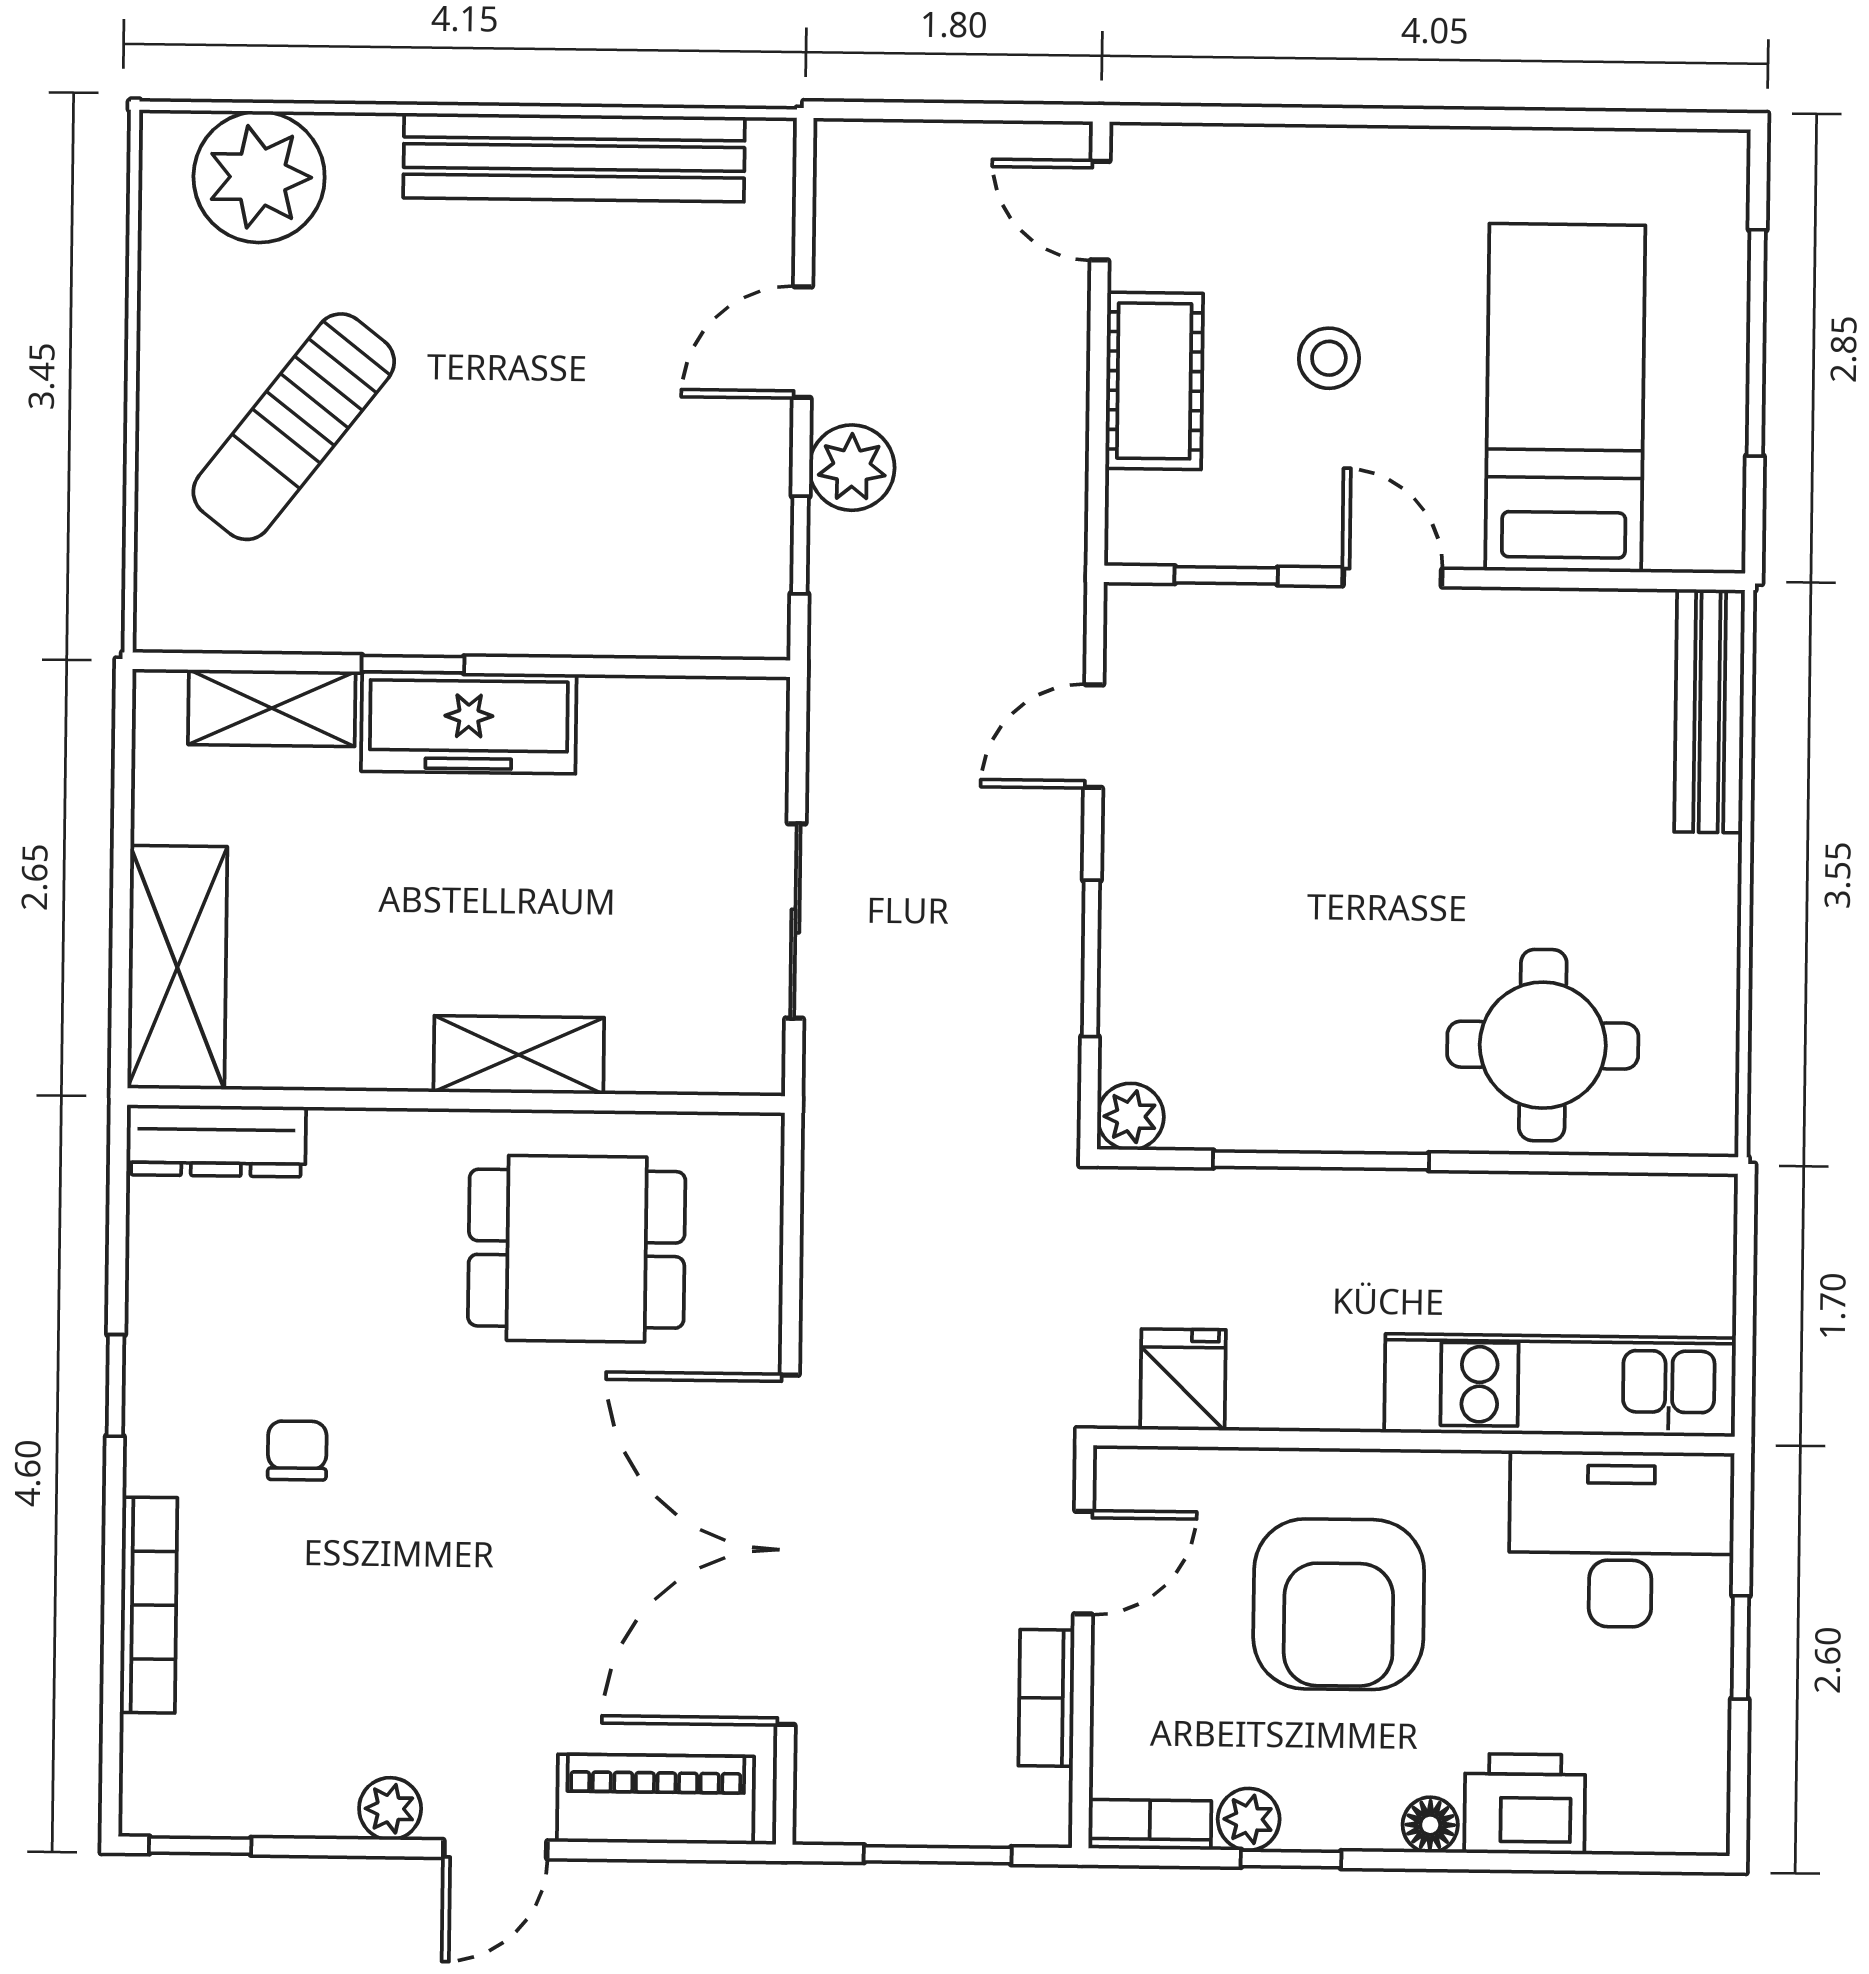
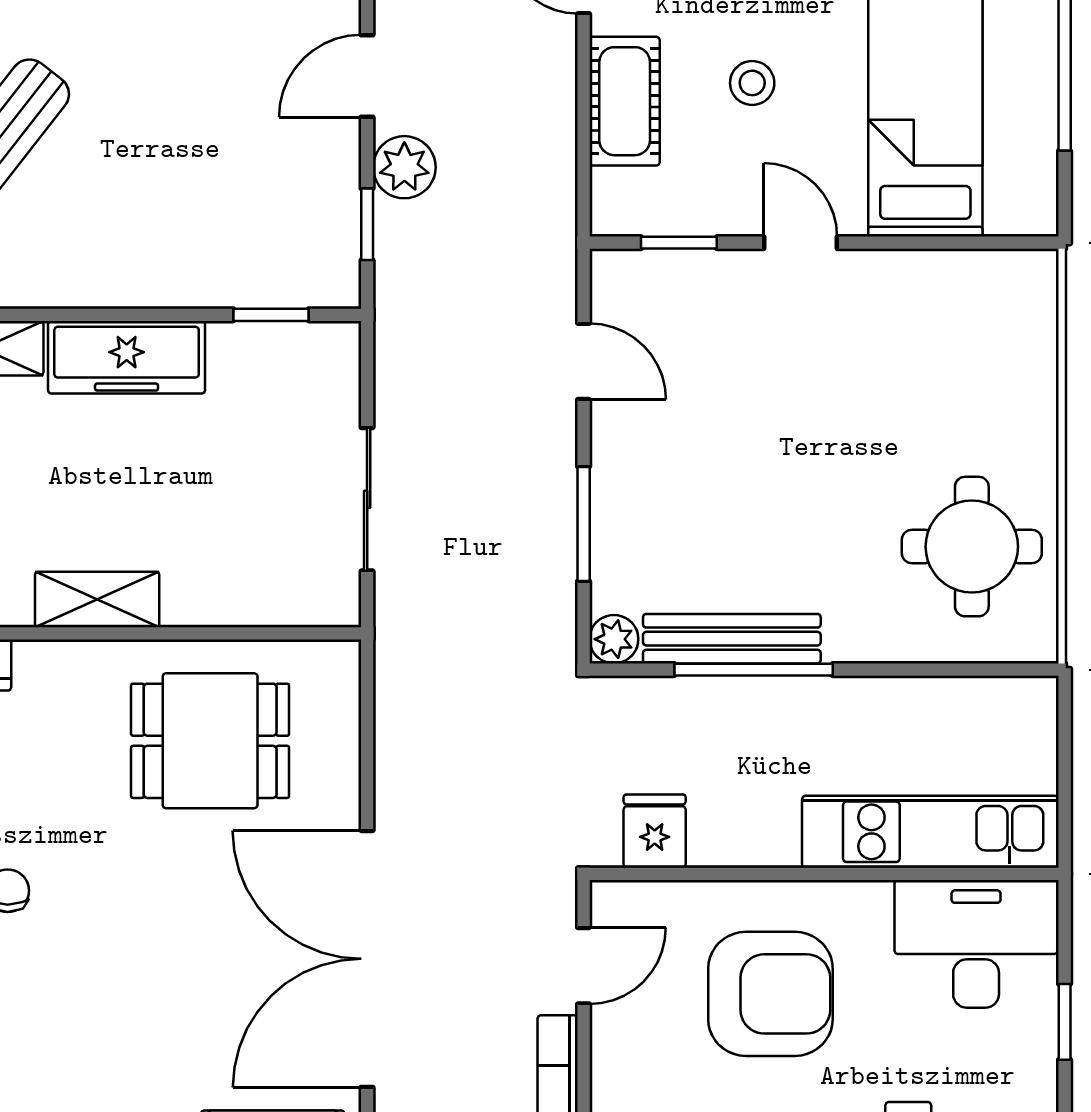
window: (413, 664) -> (271, 315), moved
bench: (1710, 711) -> (732, 639), moved, turned 90
door: (1094, 736) -> (584, 361), swing flipped
round table: (1543, 1045) -> (972, 547), moved
shelving: (519, 1055) -> (97, 600), moved
armchair: (1339, 1604) -> (770, 994), turned -90

